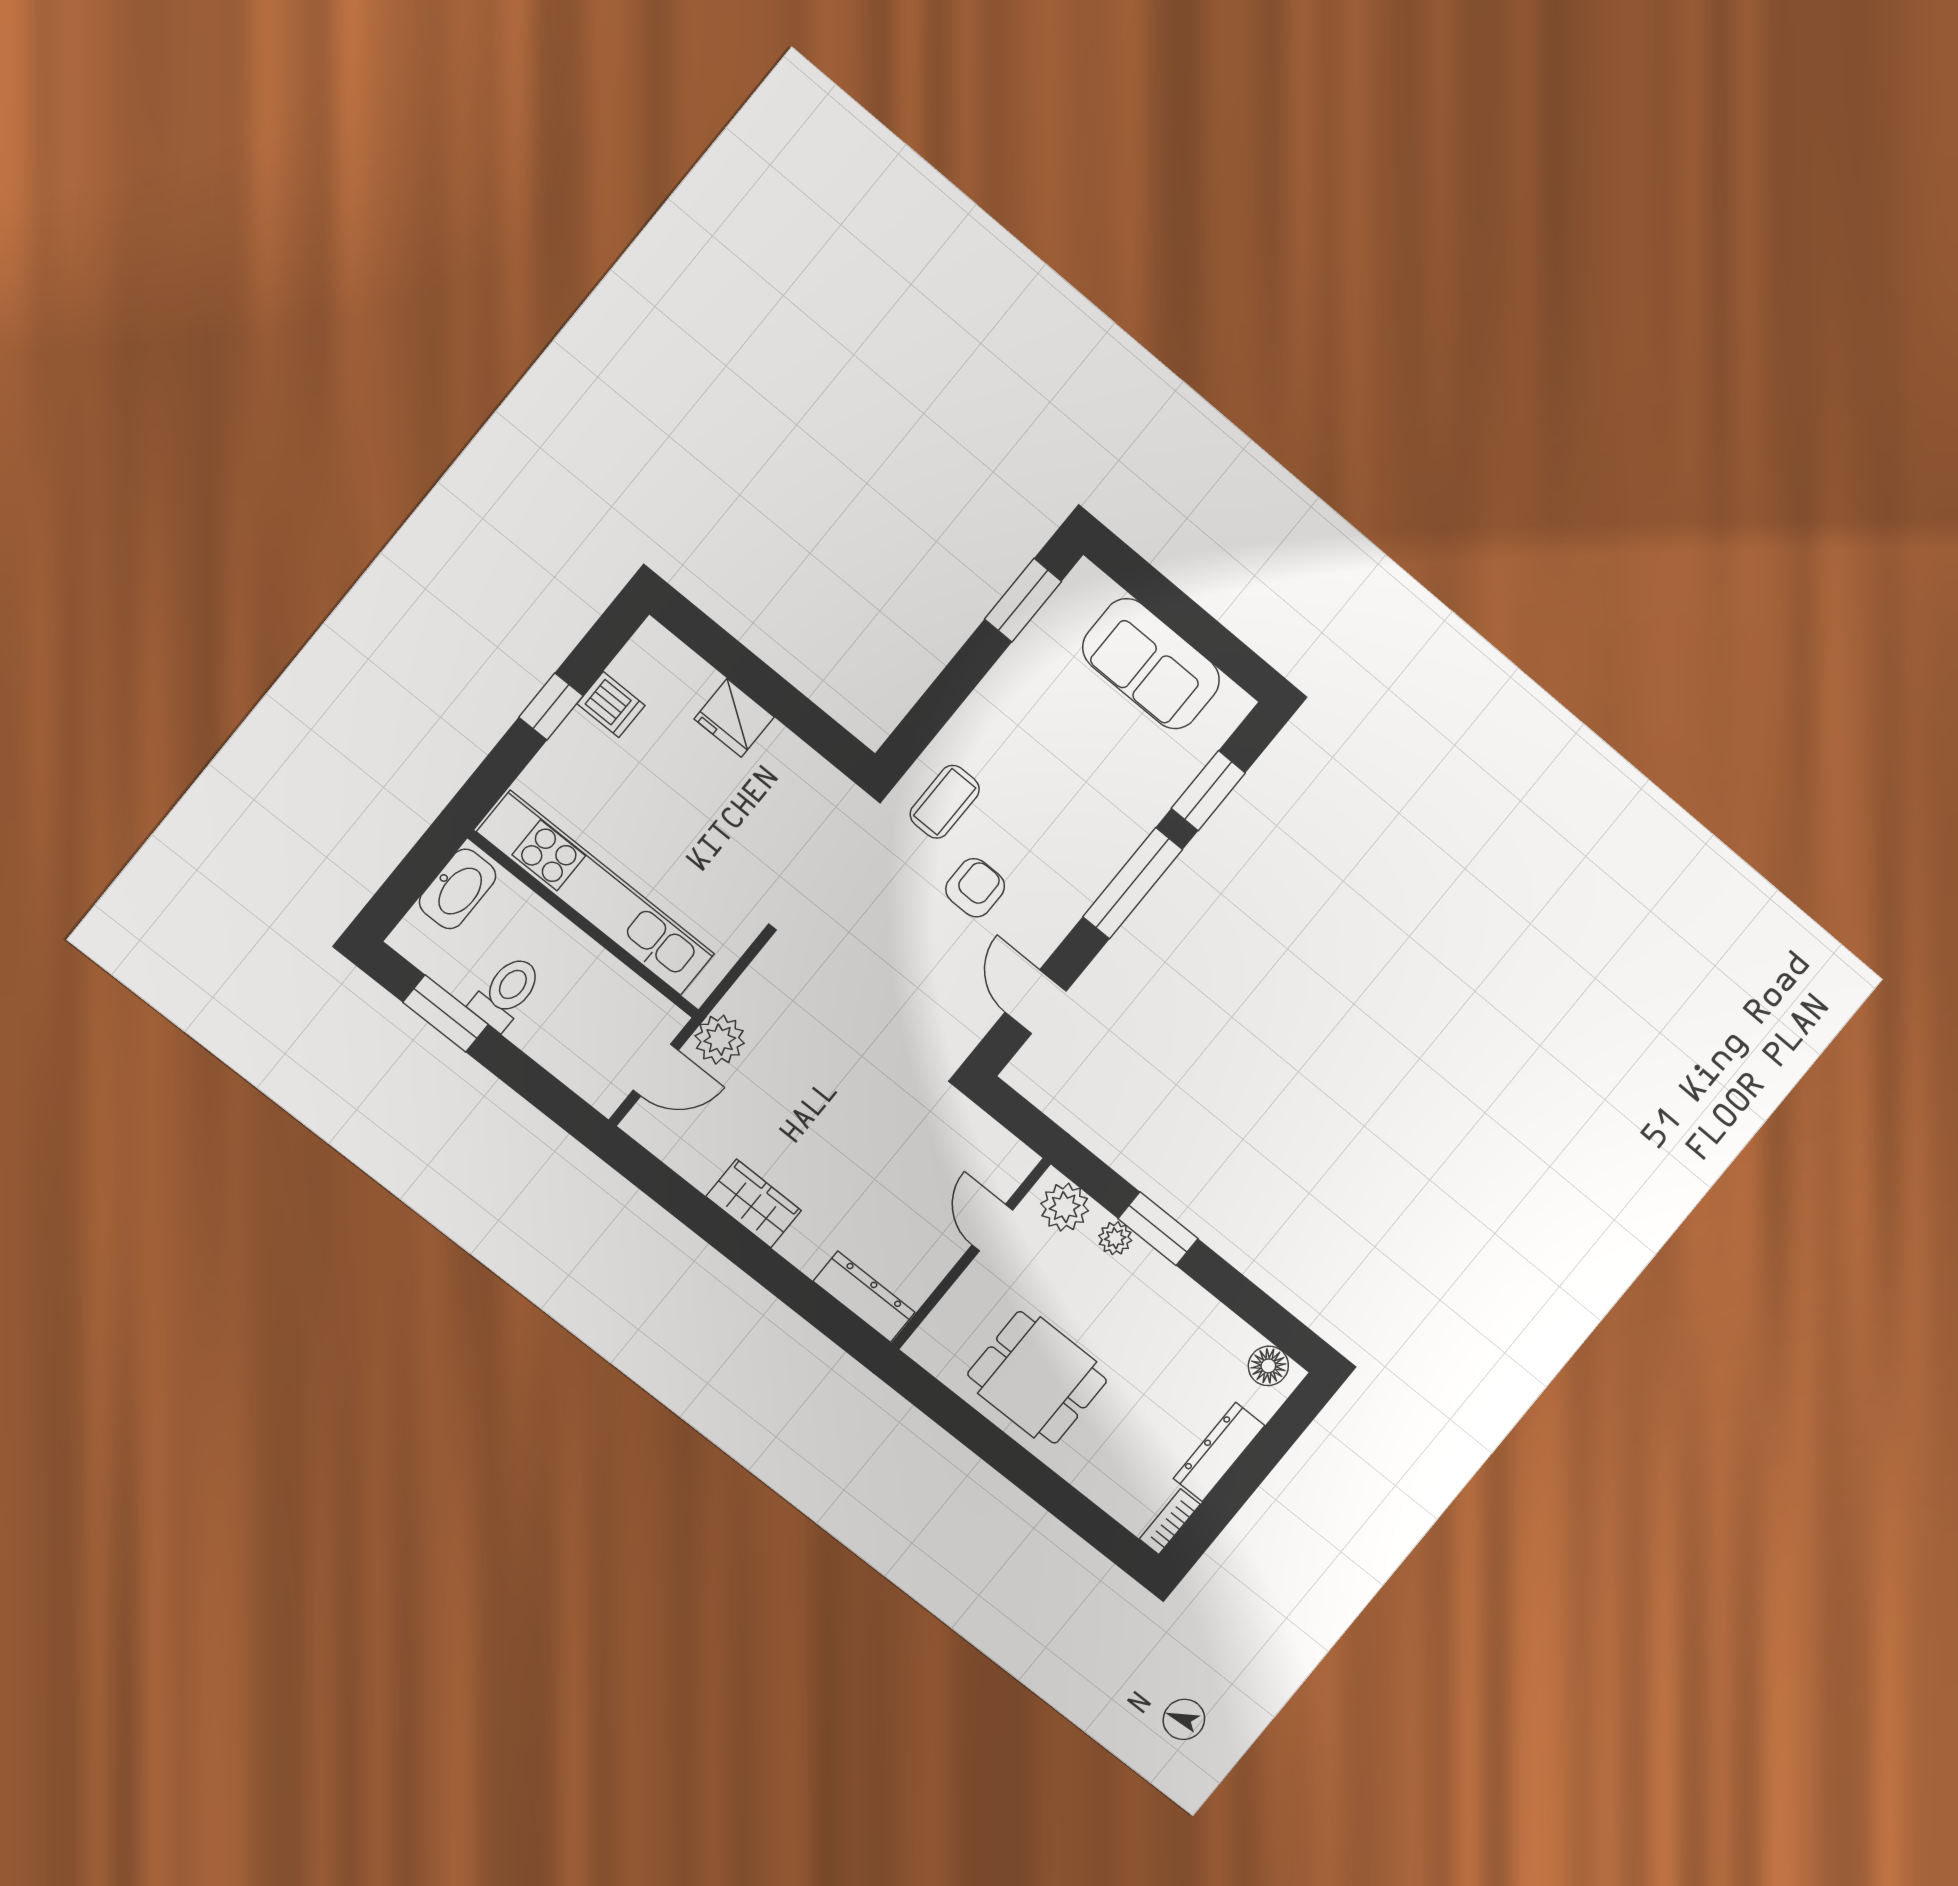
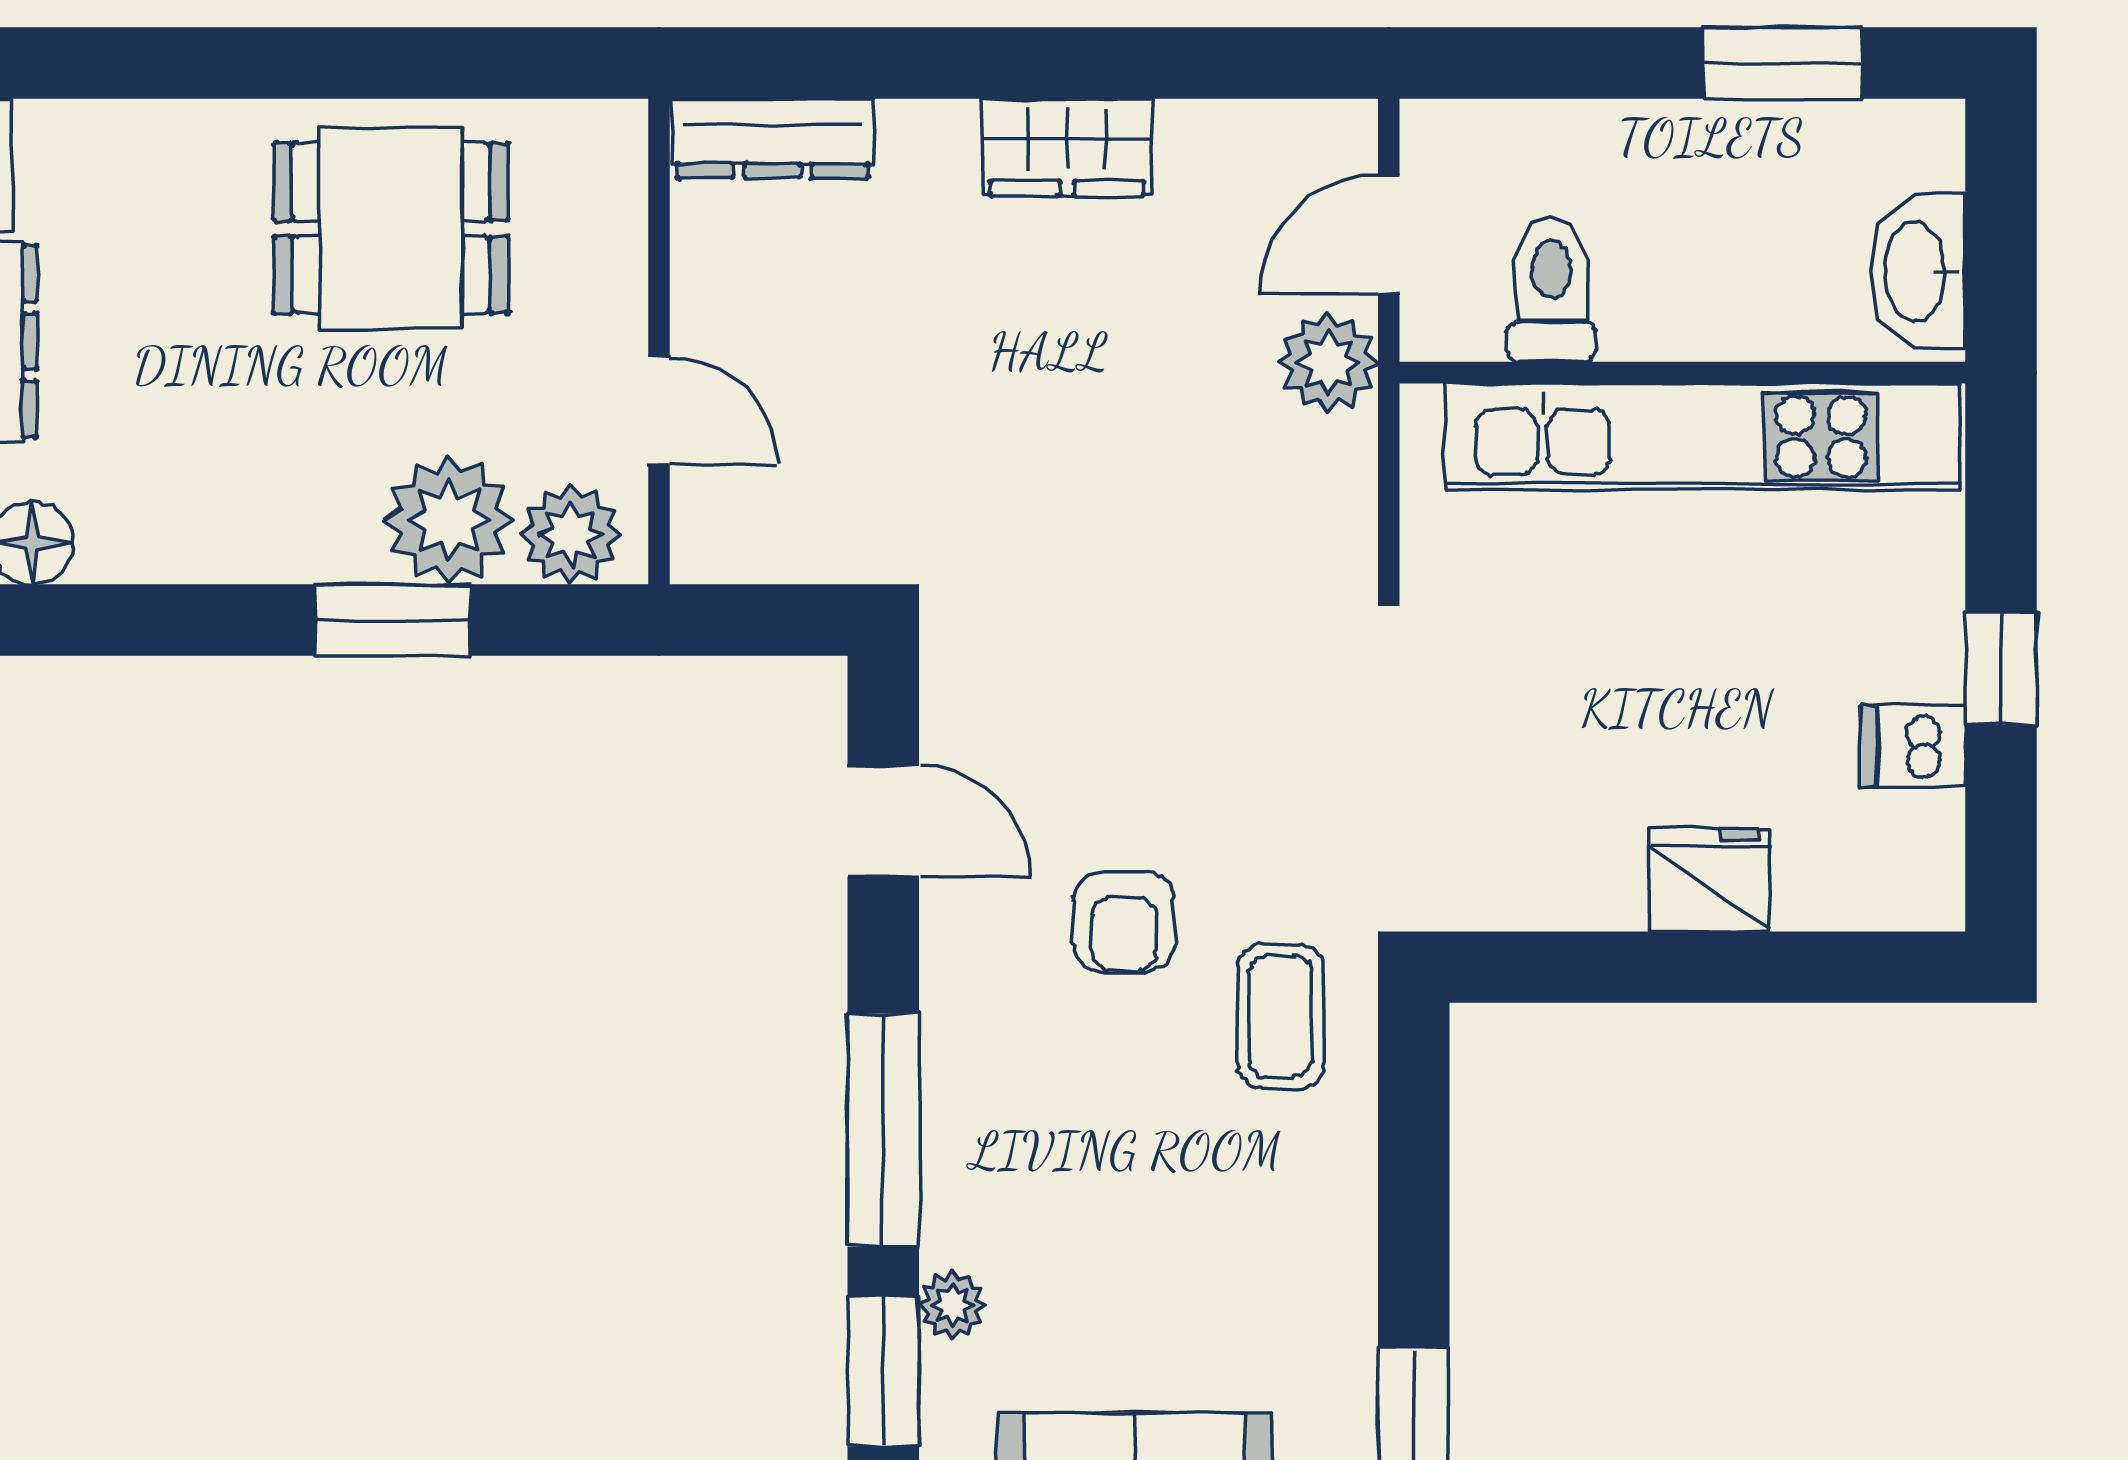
plant: (1161, 794) -> (953, 1305), added
toilet: (506, 992) -> (1551, 289), moved, turned 180
plant: (1115, 1238) -> (449, 520), width x1.88, depth x1.88

